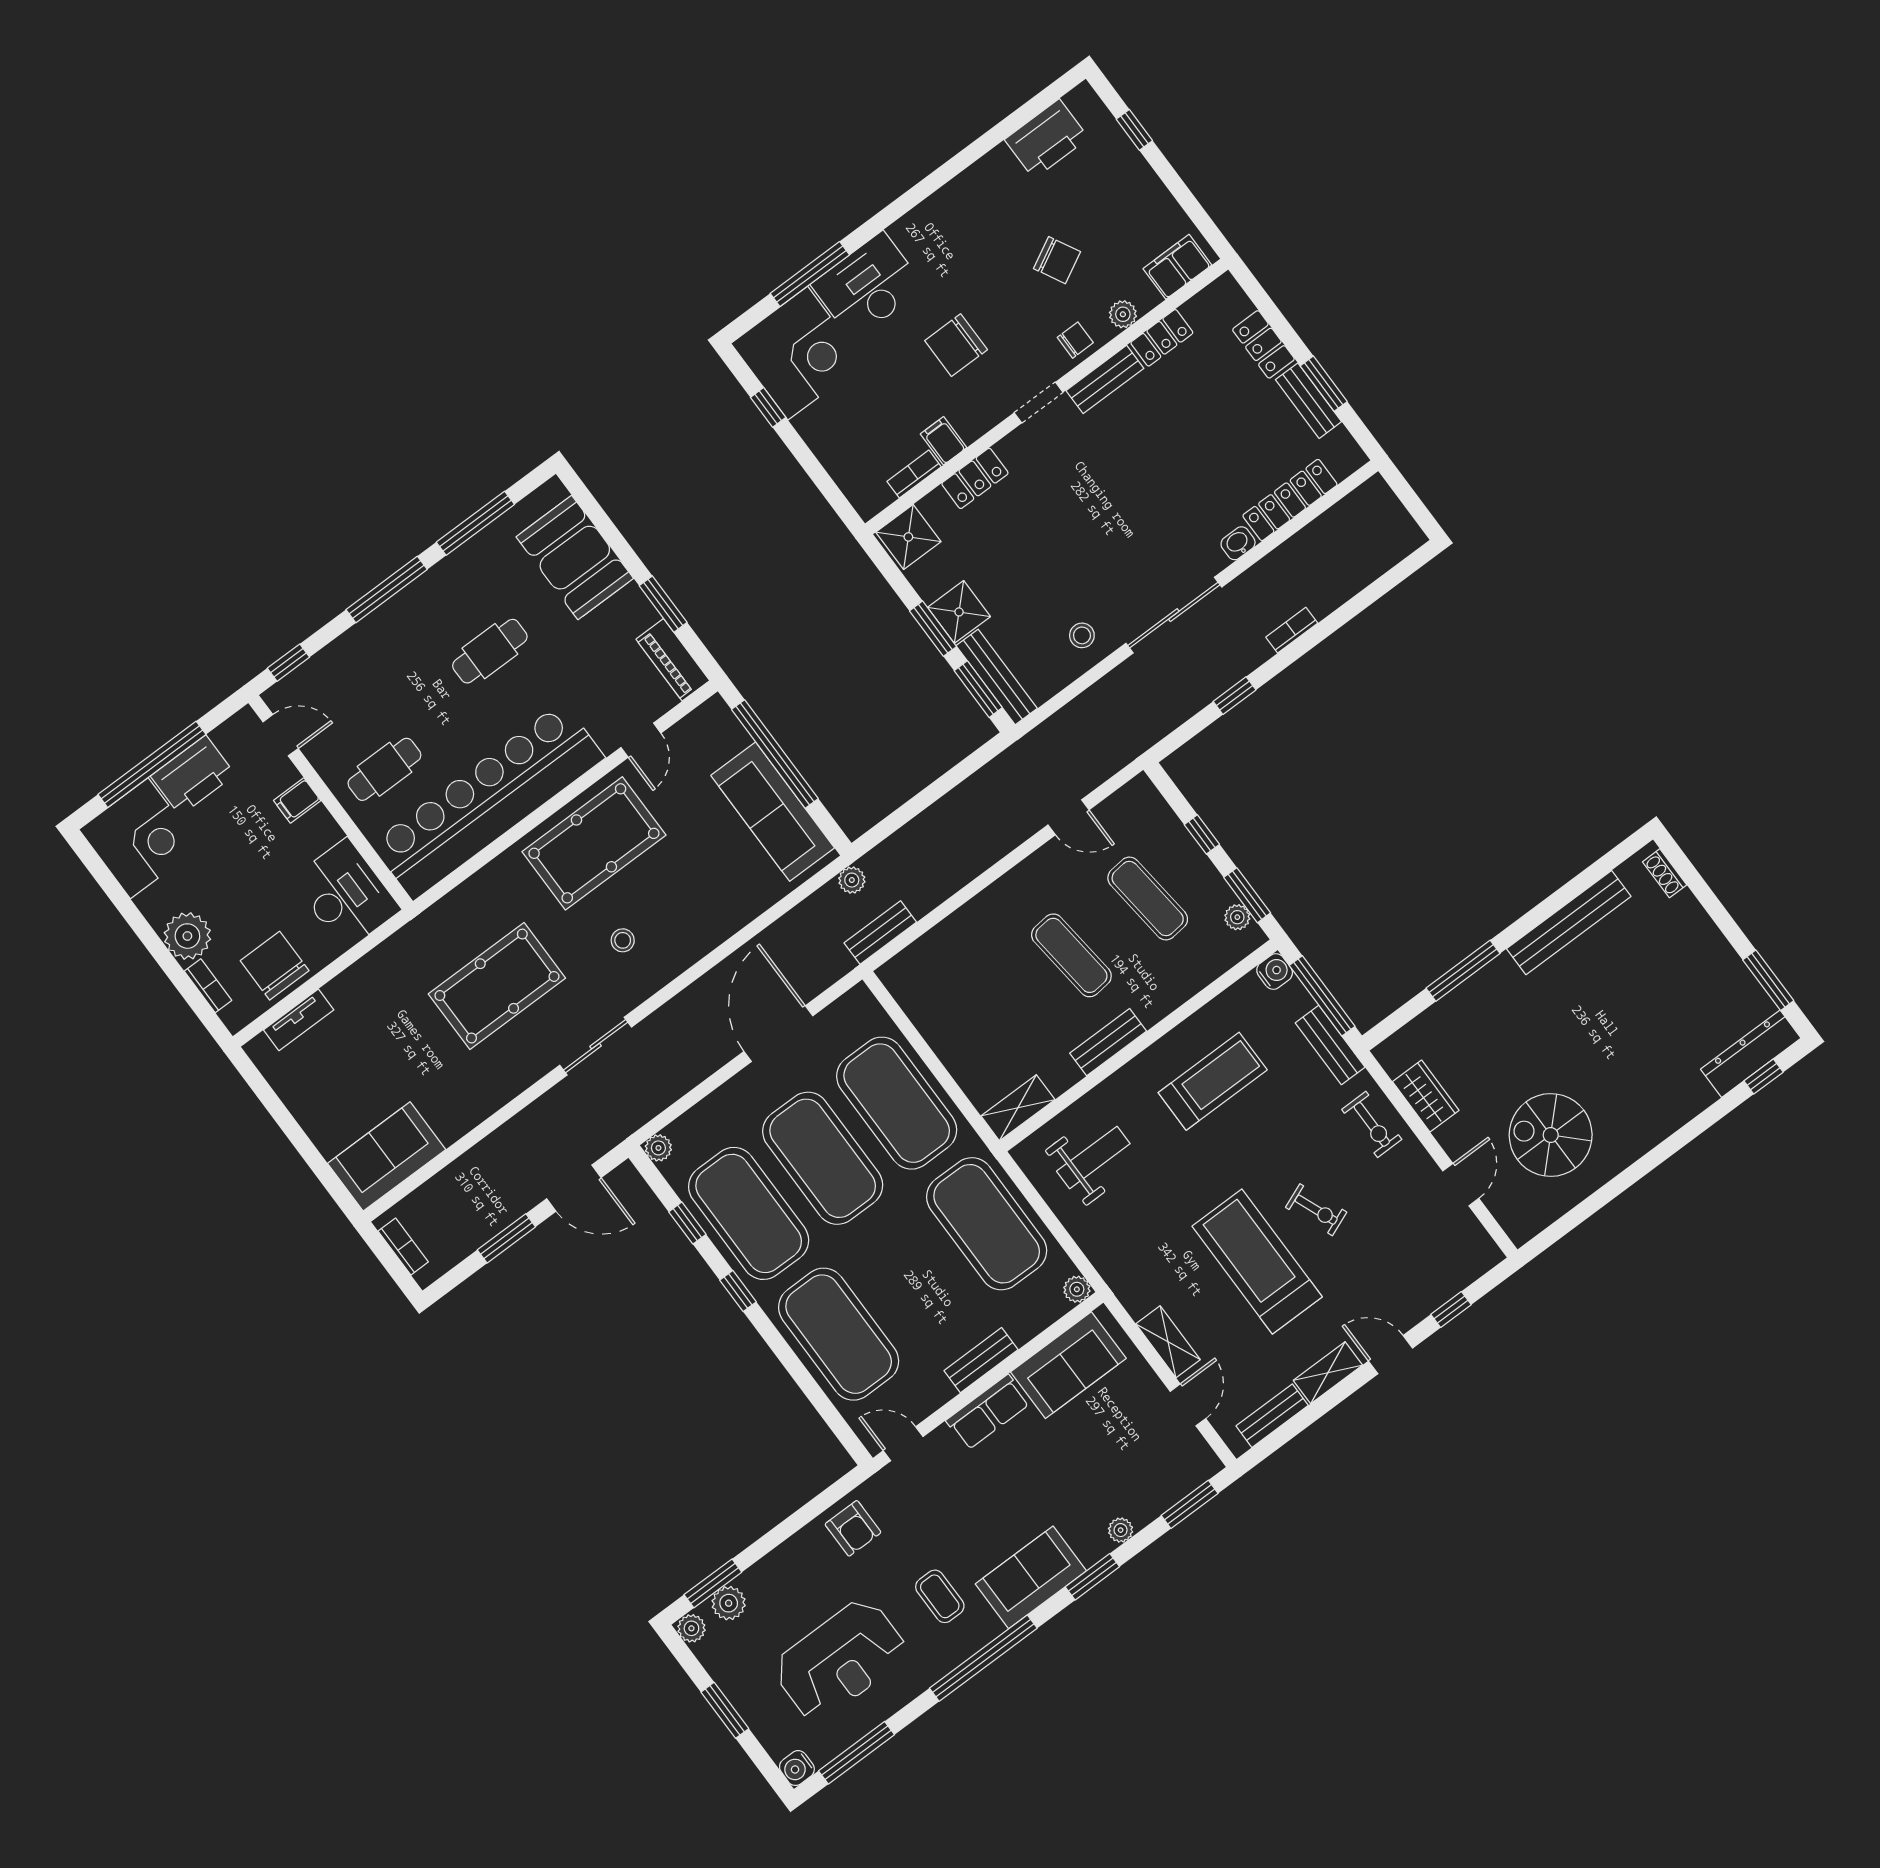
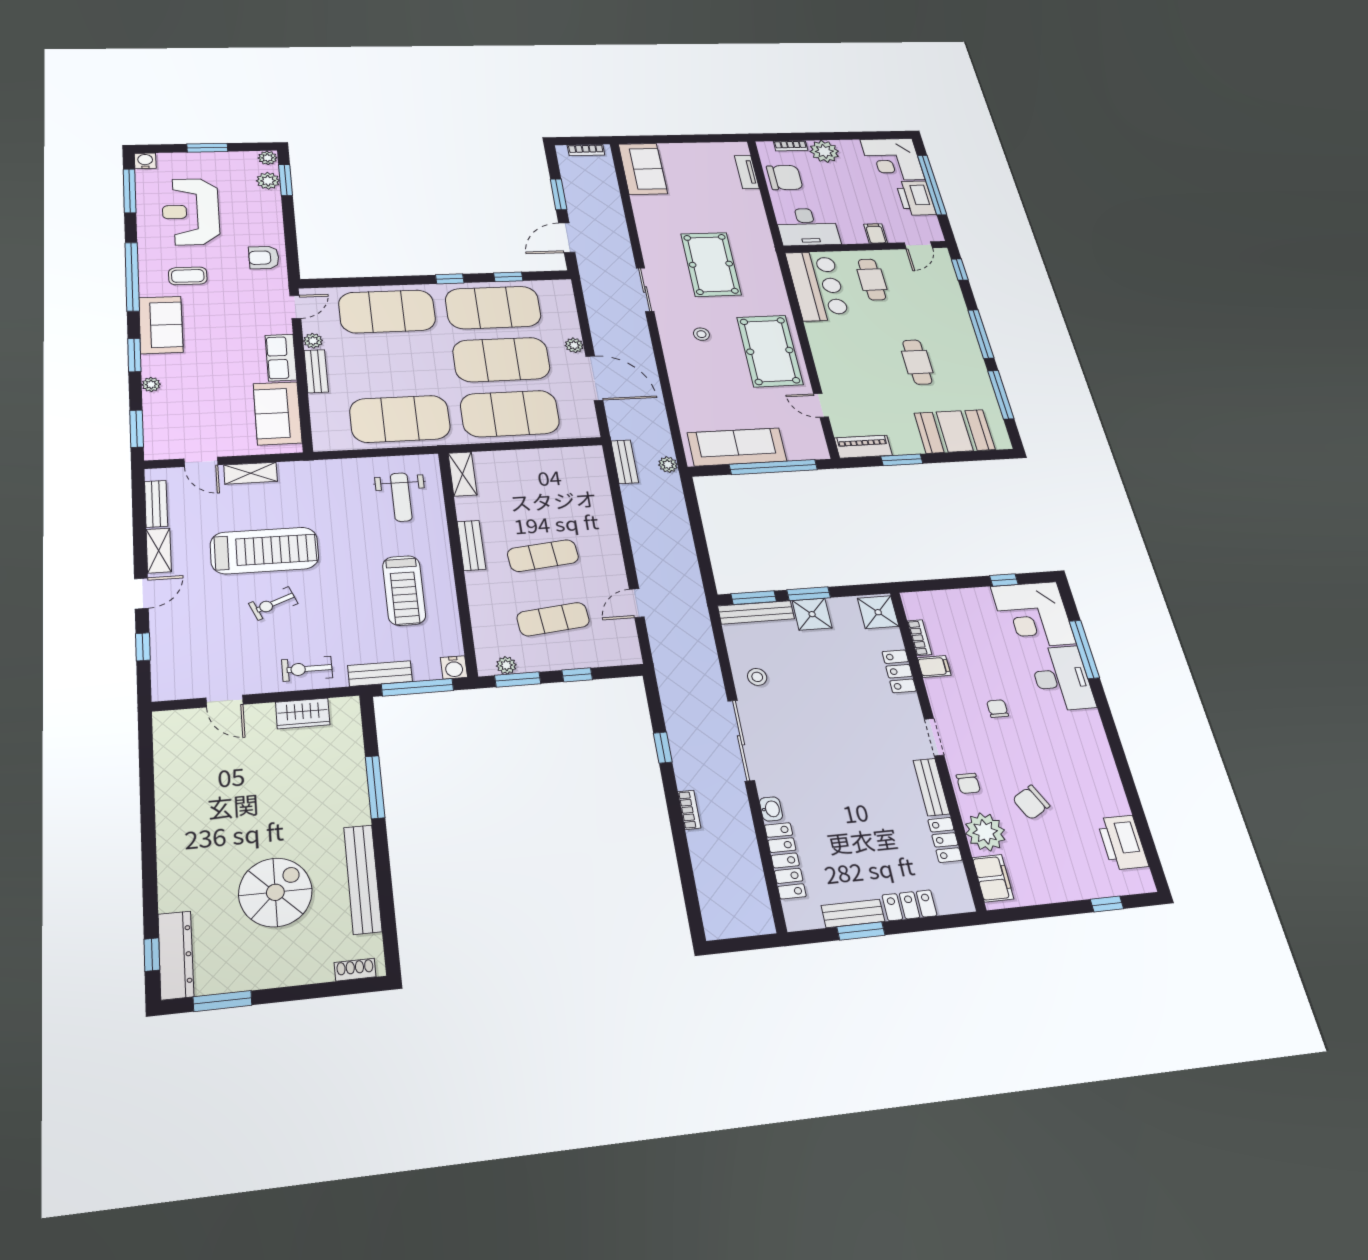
plant: (1123, 314) -> (985, 832), width x1.88, depth x1.88
chair: (956, 345) -> (998, 709), width x0.54, depth x0.54
bar counter: (488, 801) -> (817, 286), width x0.54
spiral stairs: (1551, 1135) -> (275, 892), moved
plant: (658, 1148) -> (574, 345), moved
plant: (1077, 1289) -> (313, 341), moved

